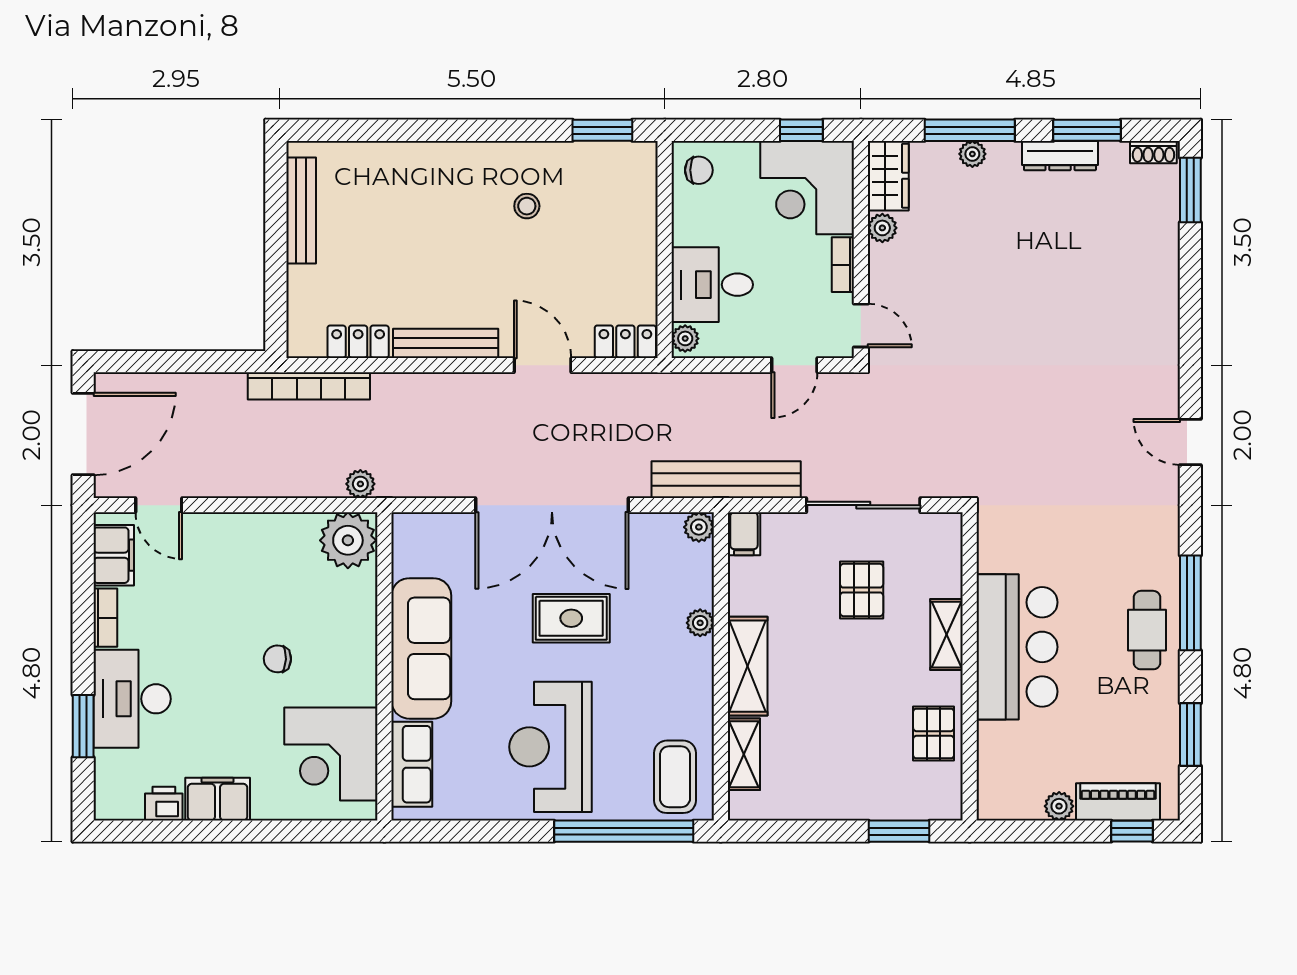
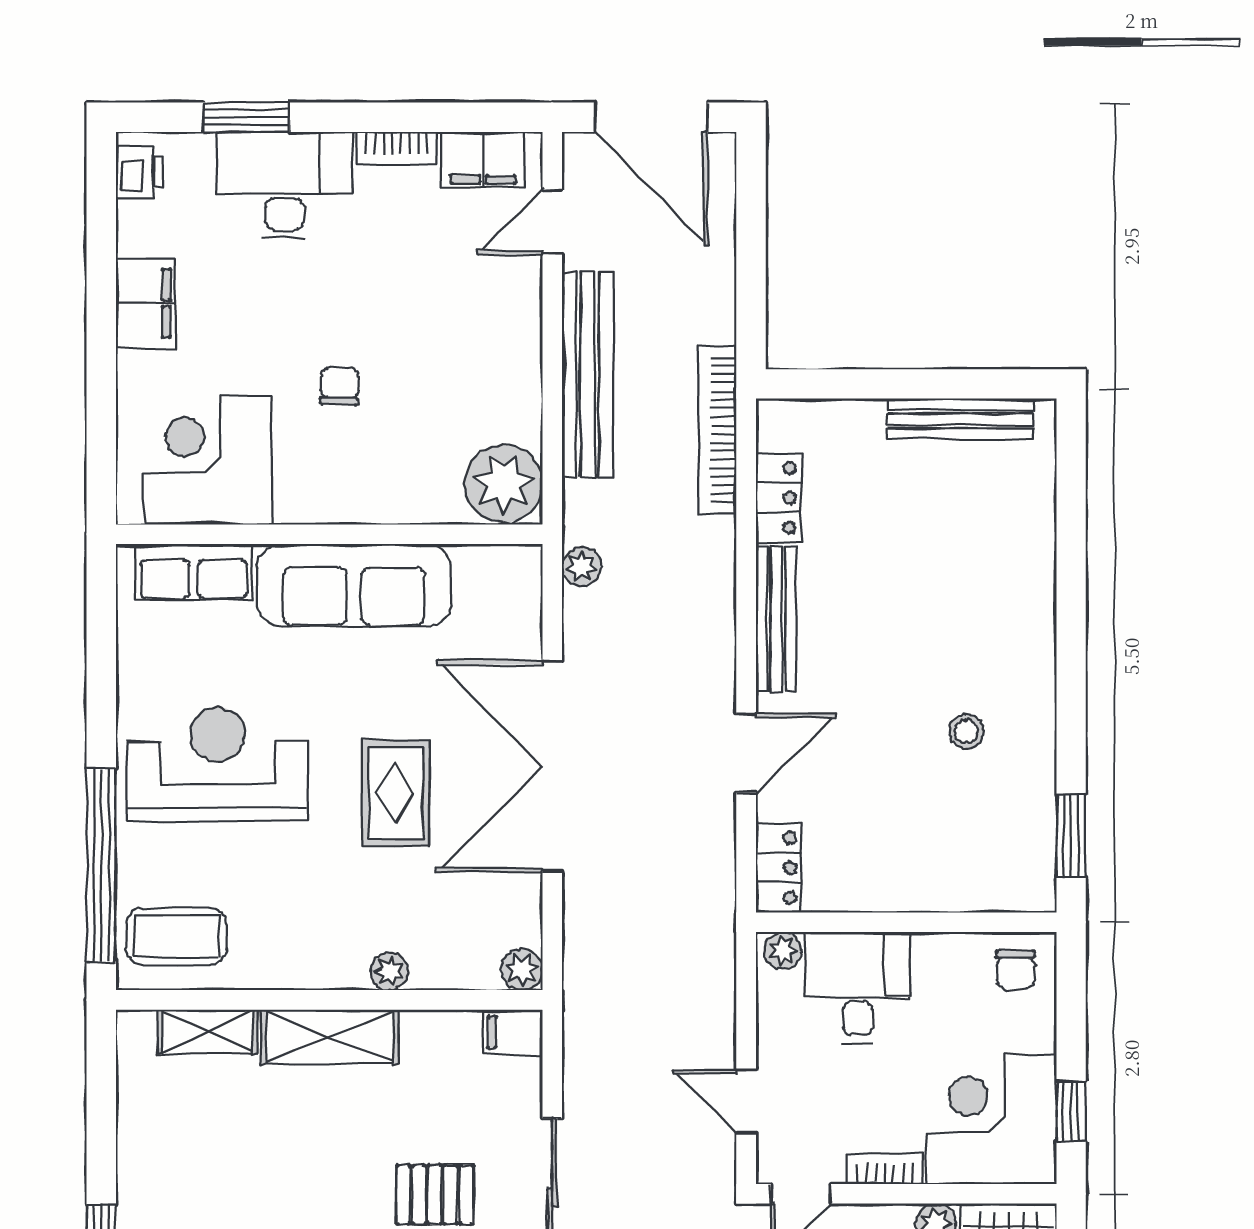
bench: (726, 480) -> (588, 374), moved
plant: (360, 484) -> (582, 566), moved
printer: (164, 804) -> (139, 172), moved

